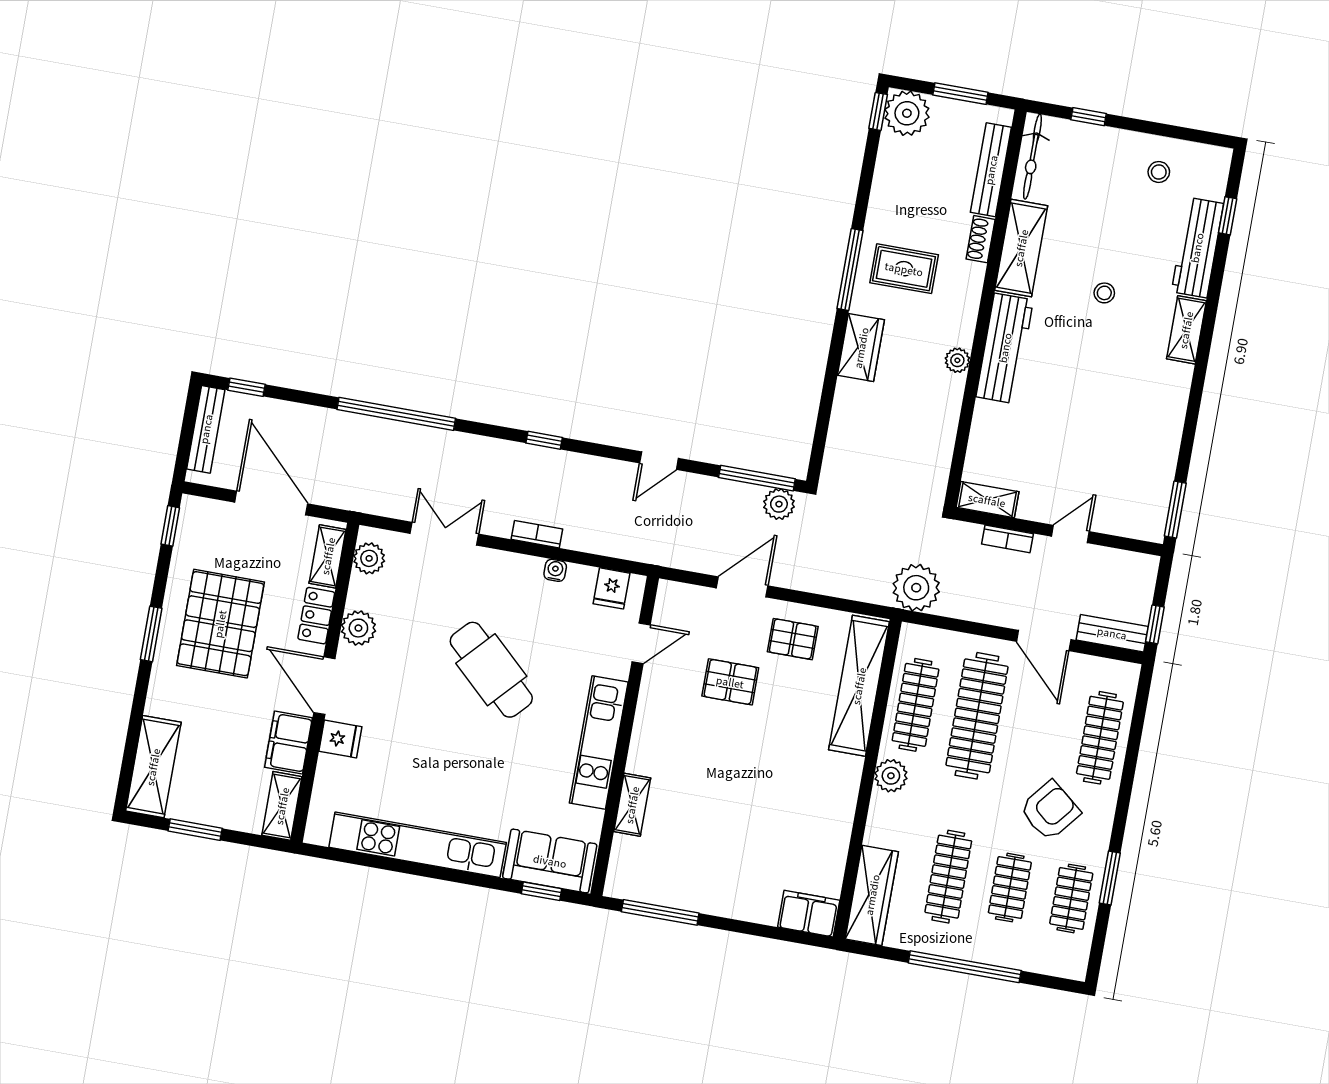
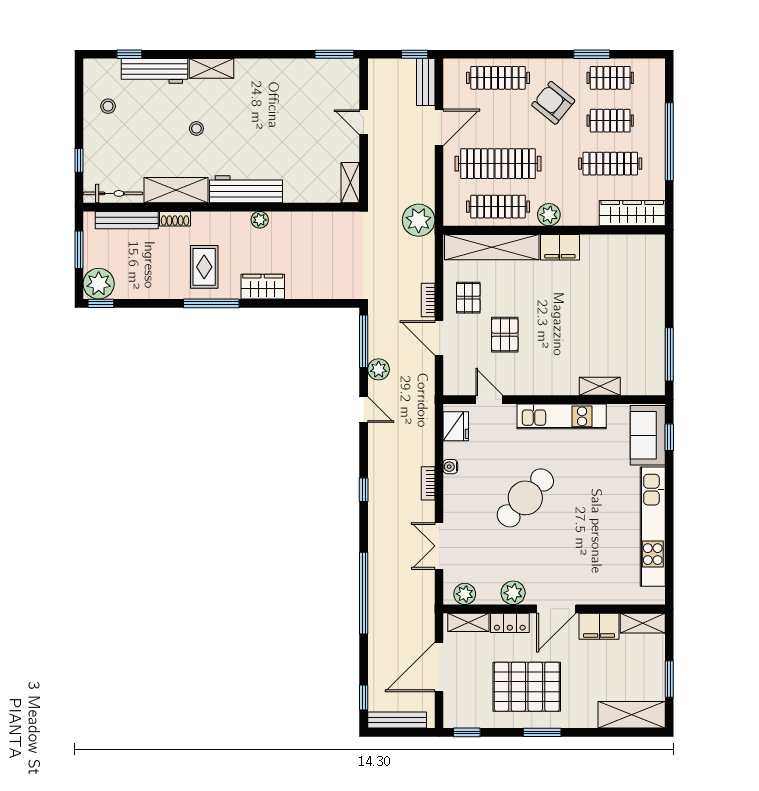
plant: (779, 504) -> (379, 369), moved
bookcase: (1007, 539) -> (428, 300), moved, turned 180
fridge: (612, 588) -> (456, 426), width x1.38
fridge: (340, 739) -> (590, 592), removed
filing cabinet: (809, 914) -> (560, 247), moved, turned -90

